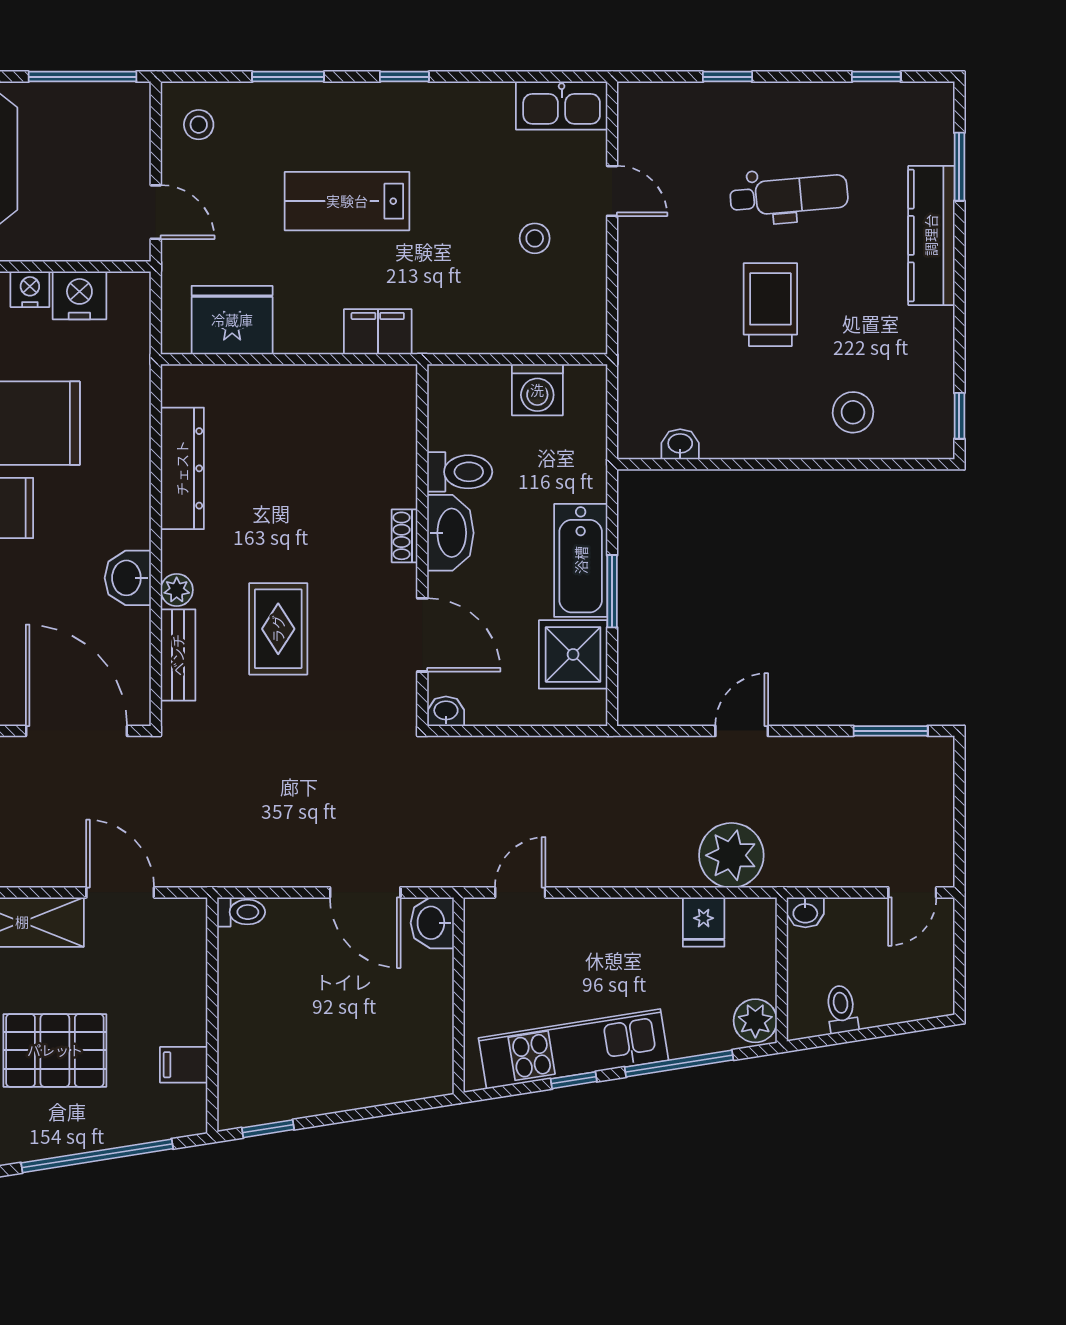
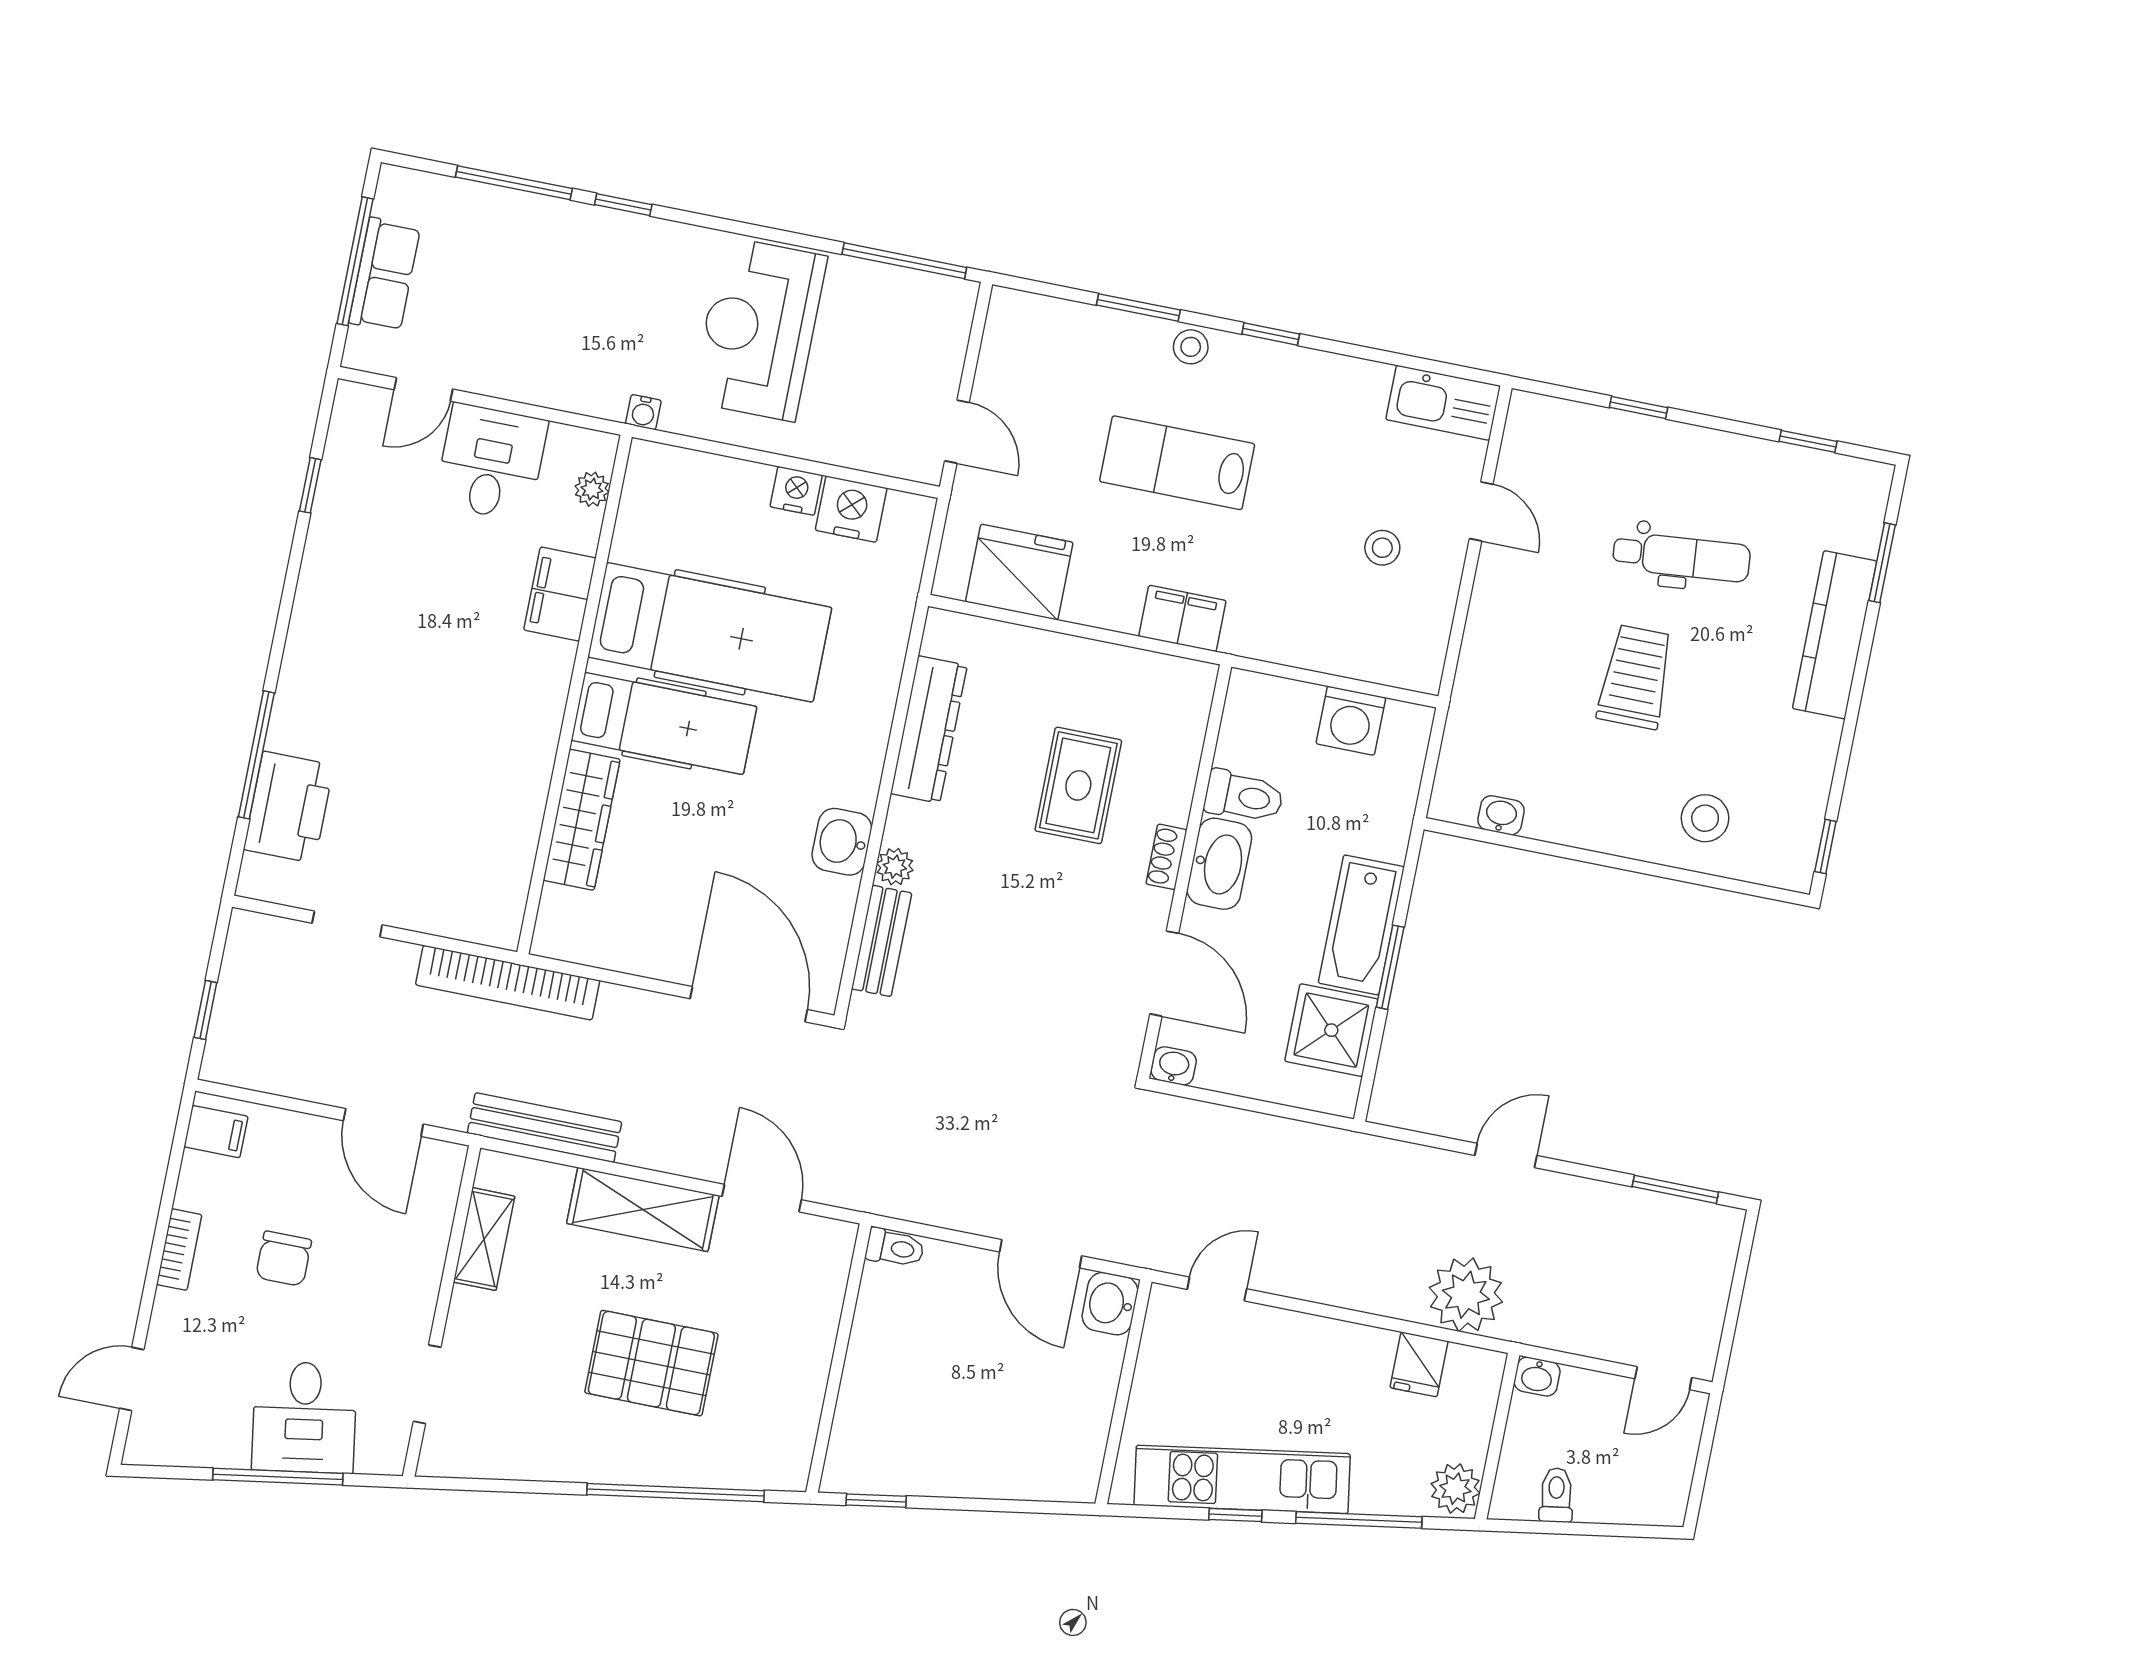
stool: (199, 125) -> (1191, 347), moved
rug: (278, 629) -> (1078, 785), moved
filing cabinet: (184, 1065) -> (795, 1409), removed

